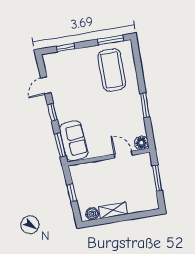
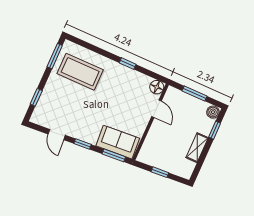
window: (145, 105) -> (128, 64), width x0.67
door: (123, 155) -> (156, 109), swing flipped
boiler: (92, 214) -> (213, 112), moved
window: (138, 215) -> (215, 130), added

